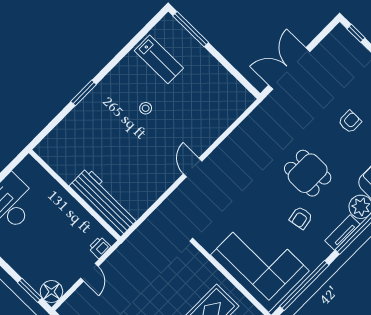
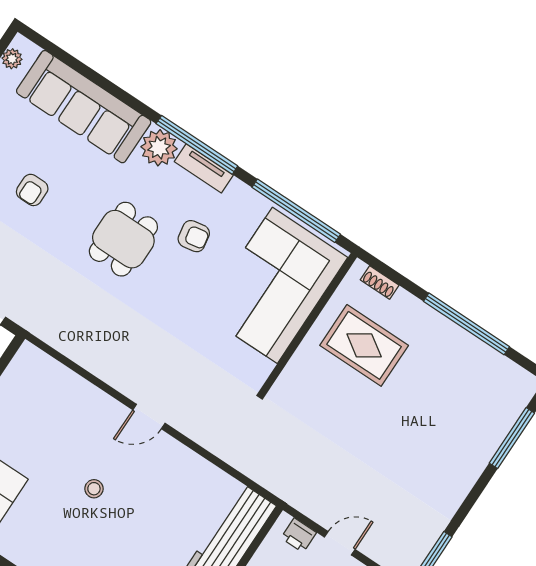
stool: (146, 108) -> (94, 489), moved
armchair: (350, 122) -> (32, 190), turned -90

